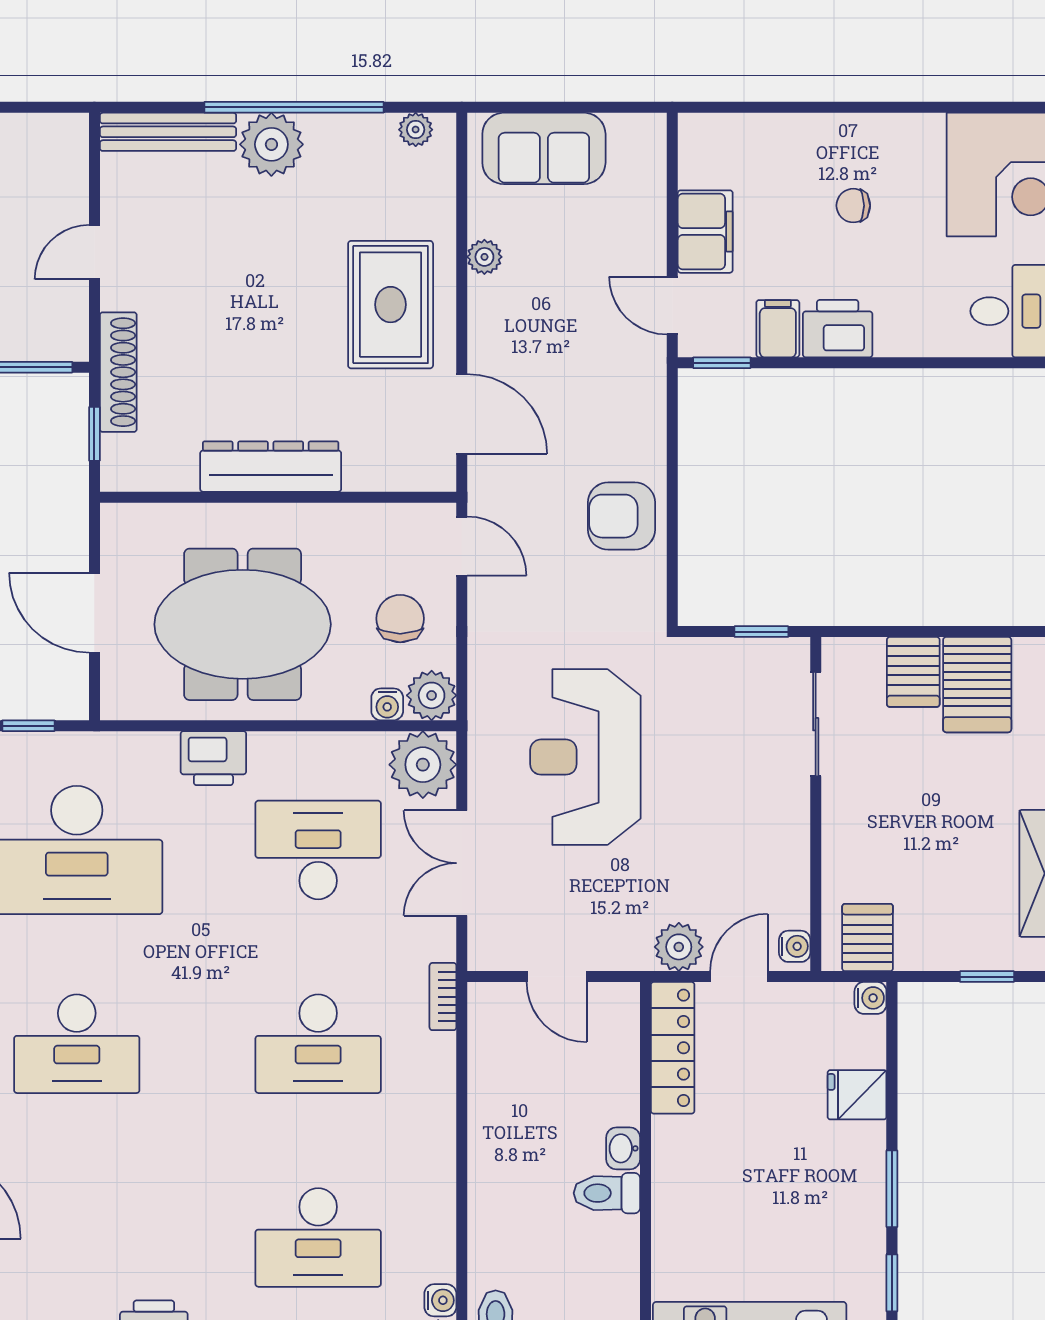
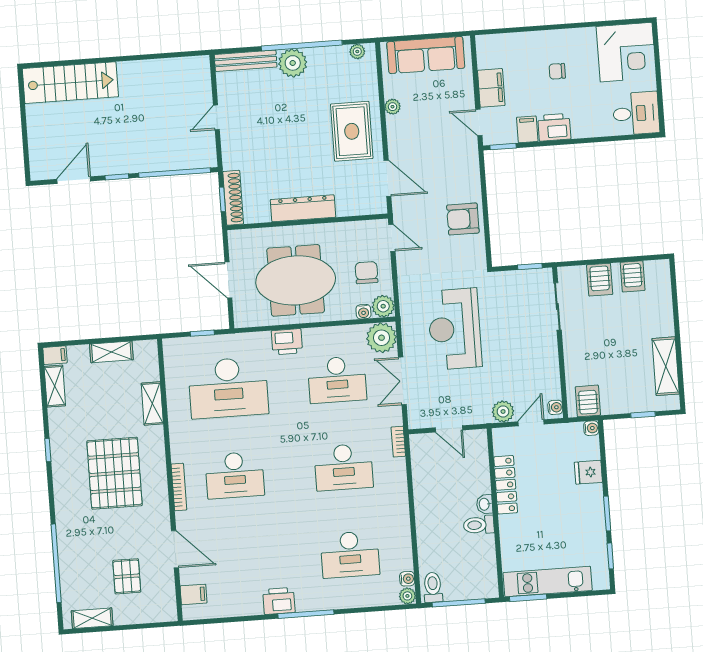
sofa: (544, 148) -> (426, 55), width x1.36
shoe rack: (118, 372) -> (233, 198), moved
server rack: (977, 685) -> (633, 276), width x0.73, depth x0.70
desk: (318, 850) -> (337, 380), turned 180
locker: (673, 1048) -> (506, 485), moved

